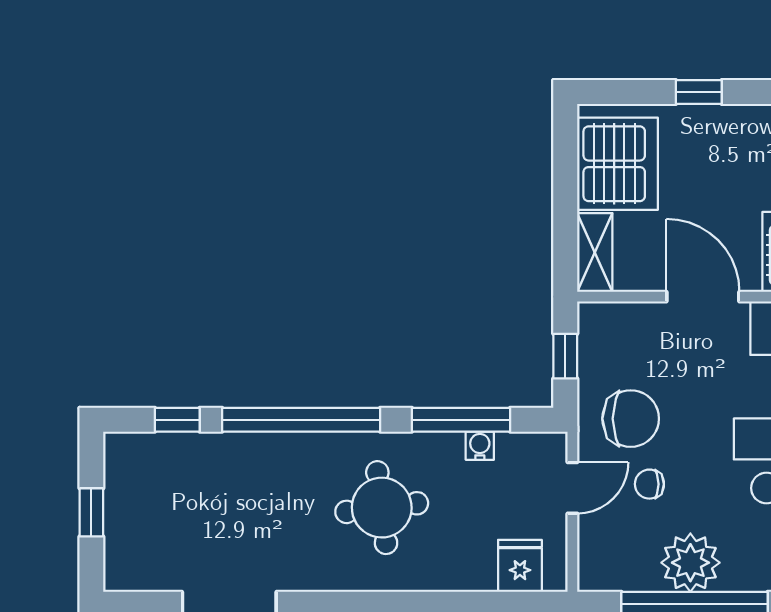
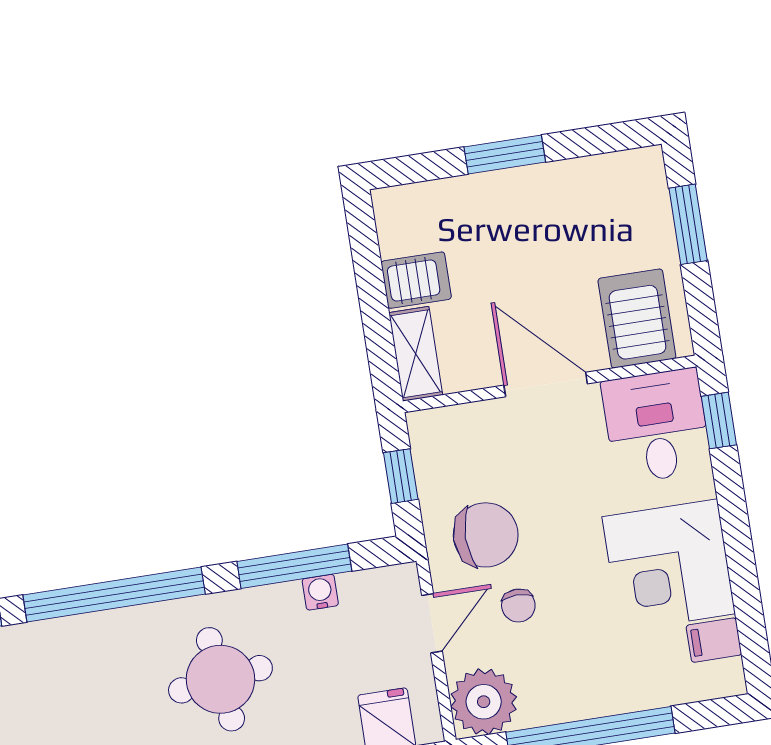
window: (699, 92) -> (505, 154), width x1.50
server rack: (617, 164) -> (416, 280), width x0.46, depth x0.70
chair: (649, 484) -> (518, 605), turned -90
plant: (690, 563) -> (484, 702), moved

